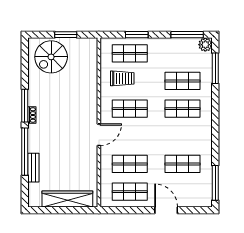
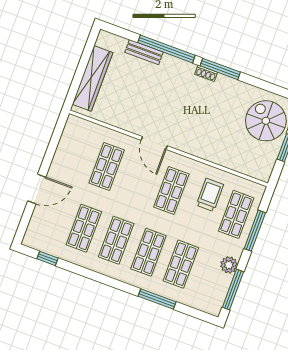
window: (137, 35) -> (255, 231), width x1.44
plant: (205, 45) -> (229, 265), moved
window: (215, 68) -> (157, 299), moved
trolley: (122, 78) -> (210, 195), turned 180
window: (215, 183) -> (48, 258), width x0.46
shop shelf: (130, 192) -> (116, 240), moved

